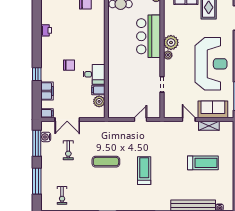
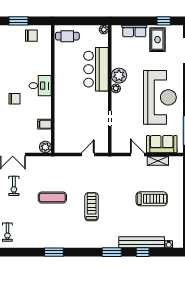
desk: (94, 74) -> (40, 86), moved
plant: (99, 101) -> (45, 147), moved

